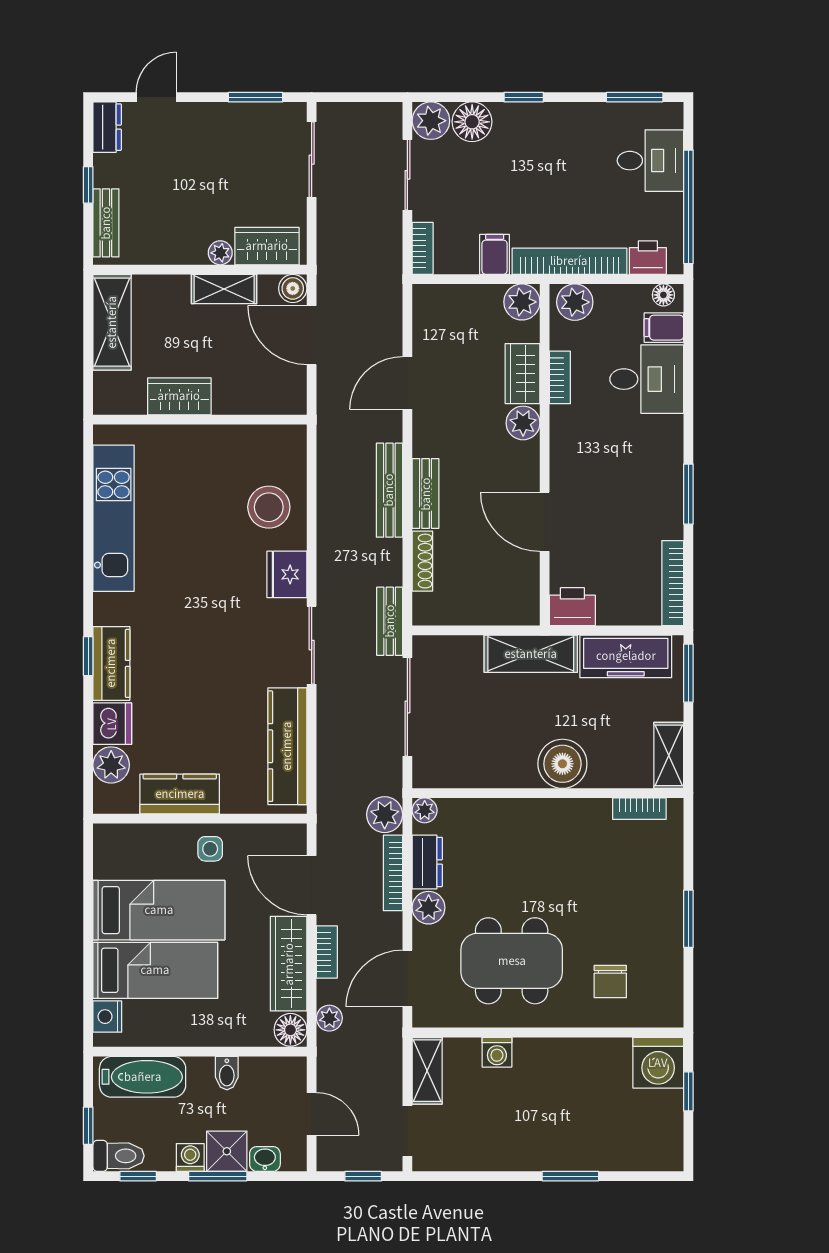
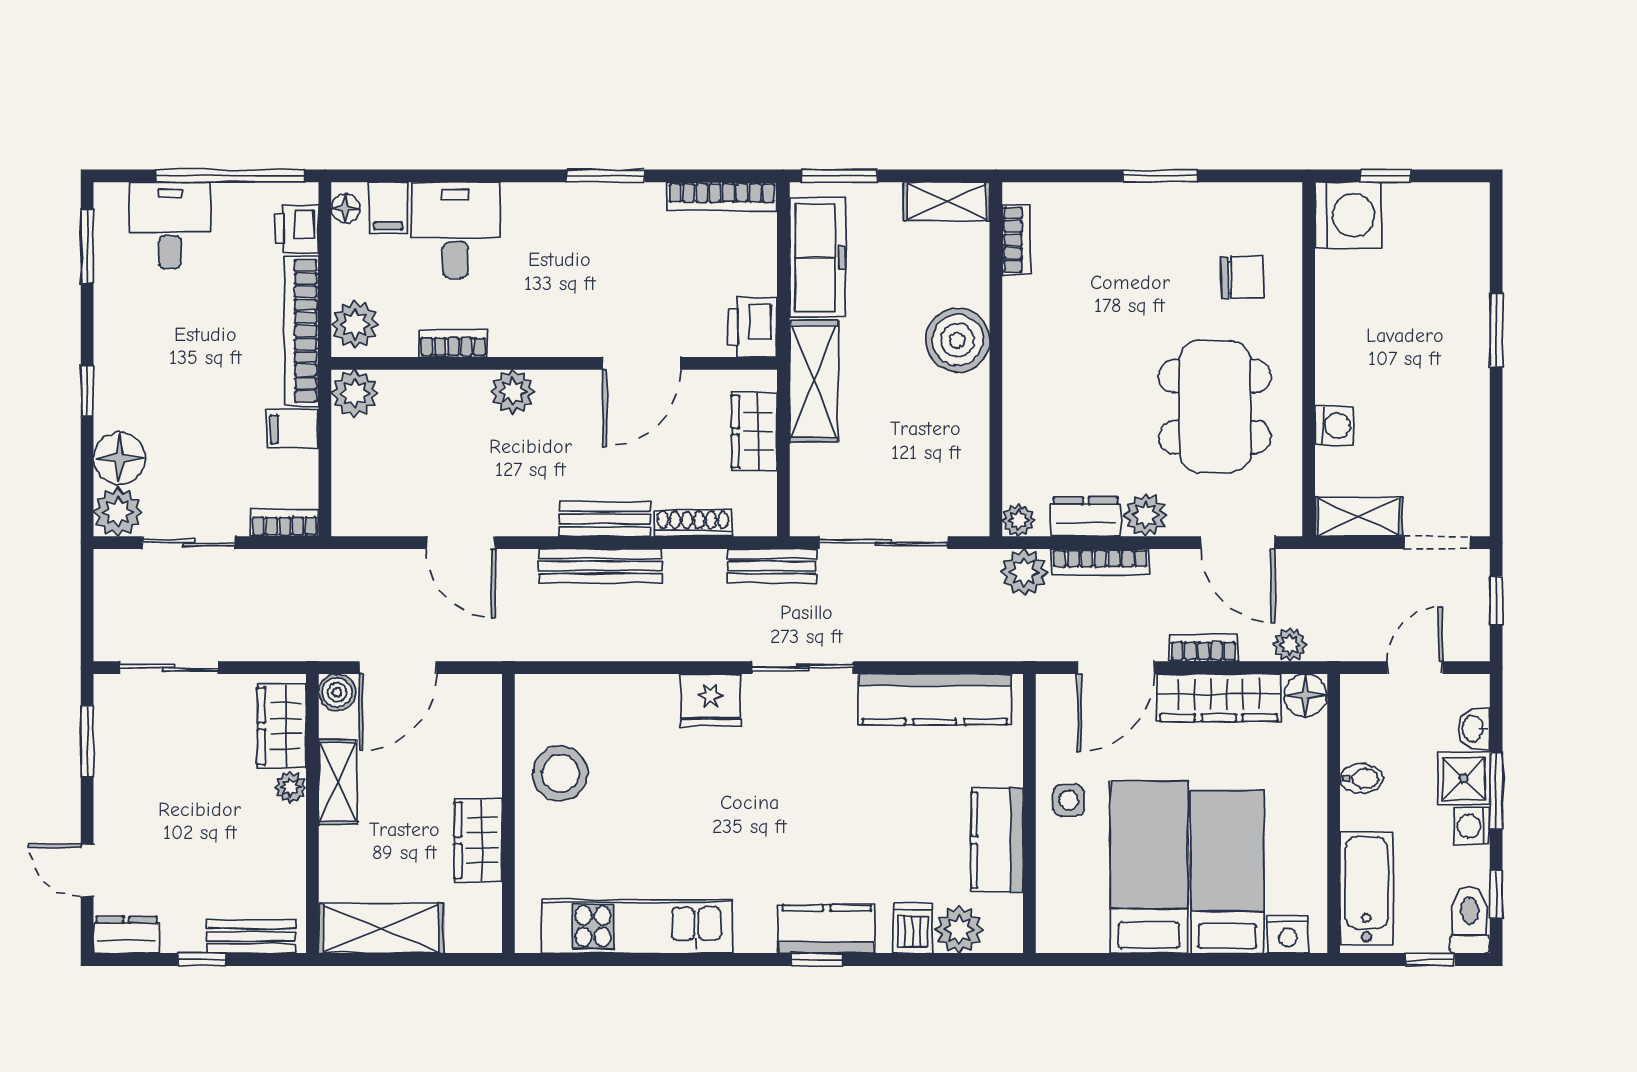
wardrobe: (523, 374) -> (754, 431), moved, turned 90
stool: (269, 507) -> (560, 773), moved
dishwasher: (112, 724) -> (913, 928), width x0.73

